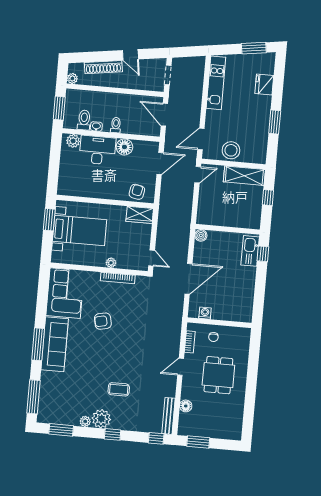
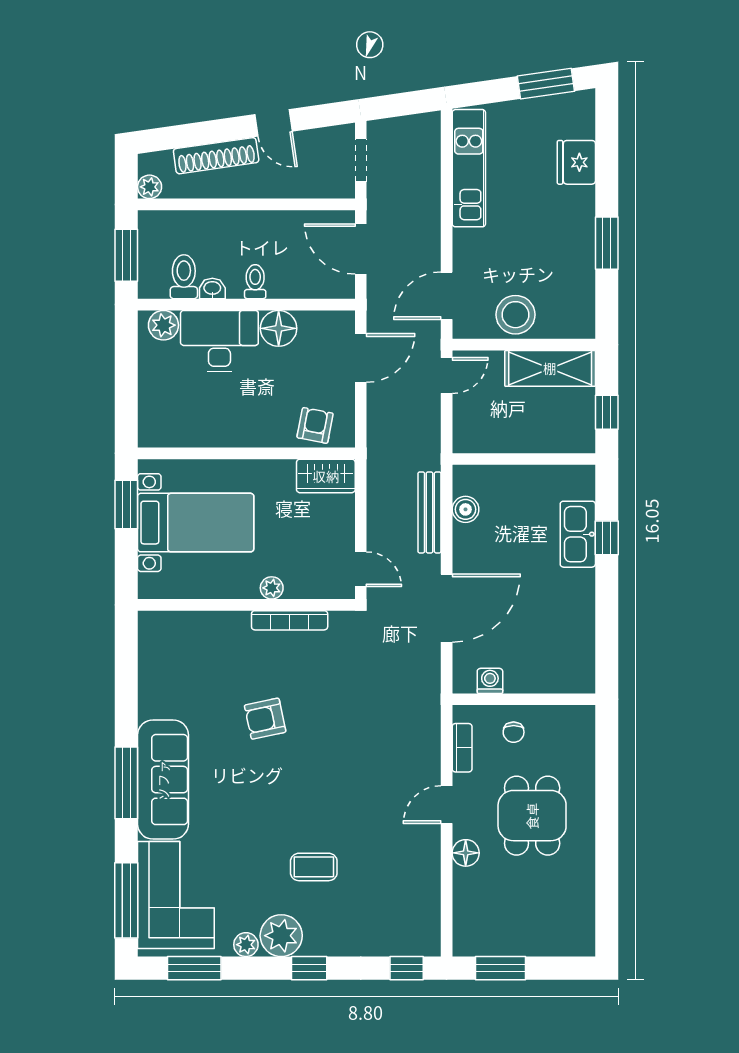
wall: (228, 229) -> (524, 459), moved
corner sofa: (65, 293) -> (176, 895), moved
floor lamp: (186, 406) -> (466, 853), moved
bench: (168, 416) -> (429, 512), moved

